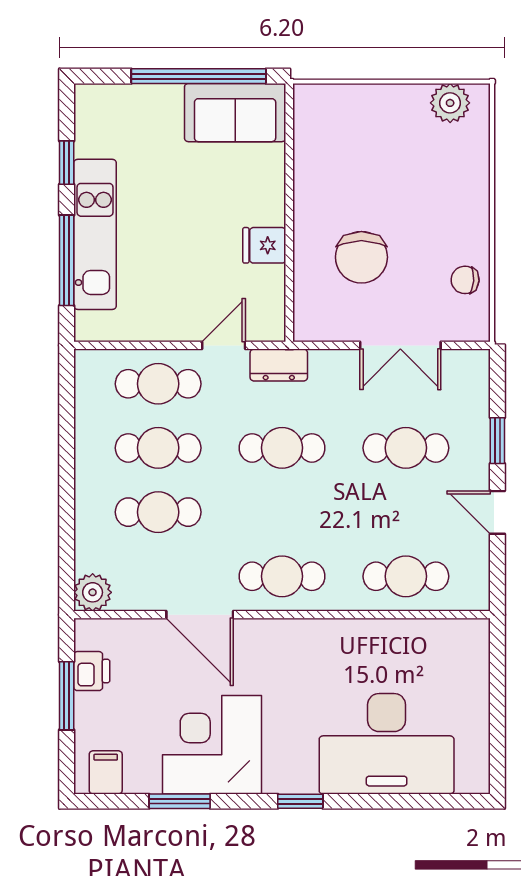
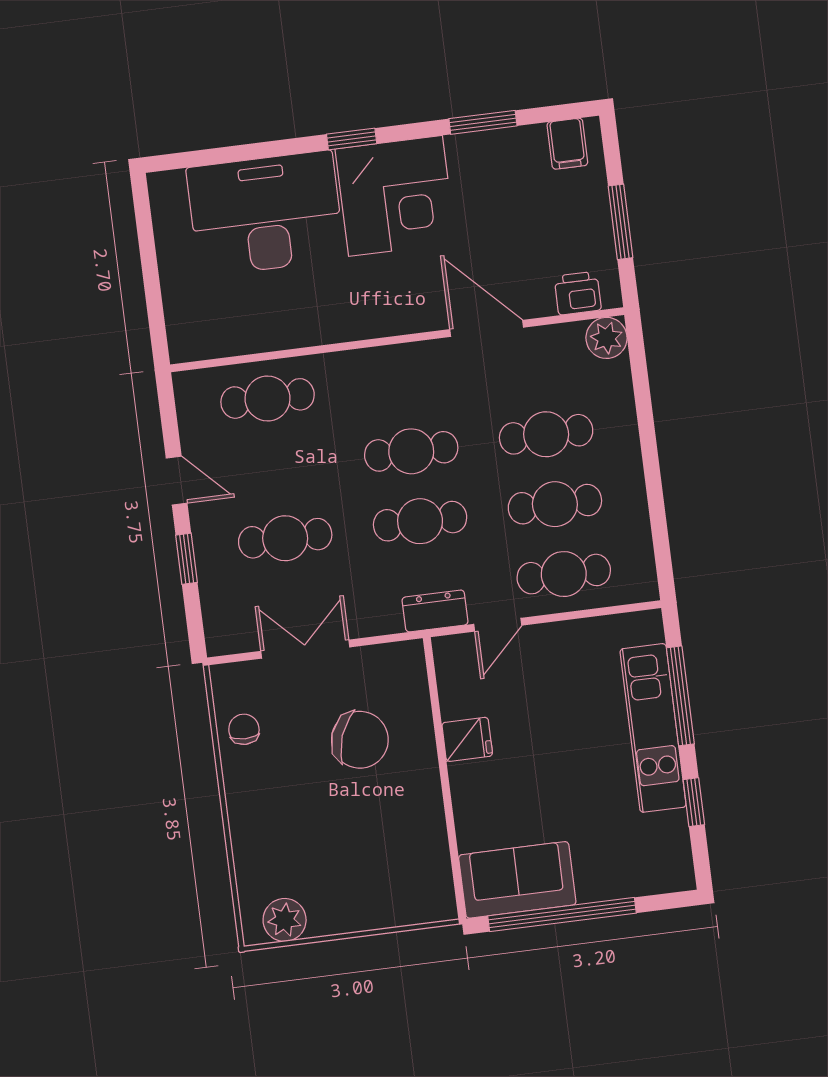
chair: (361, 257) -> (360, 740), turned 110
chair: (465, 280) -> (244, 729), turned -94
cafe table: (282, 576) -> (411, 451), moved
printer: (92, 671) -> (578, 293), moved, turned 90
corner desk: (212, 745) -> (396, 196), moved

